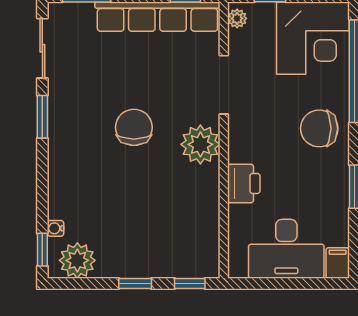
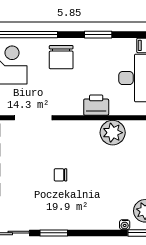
chair: (134, 127) -> (60, 175), width x0.54, depth x0.54
plant: (200, 144) -> (113, 133), moved

